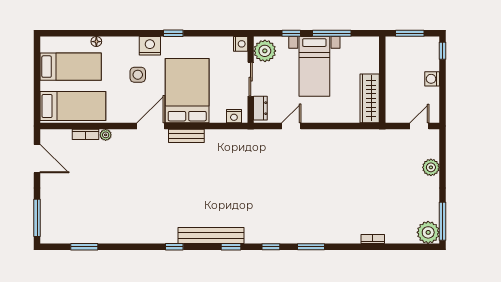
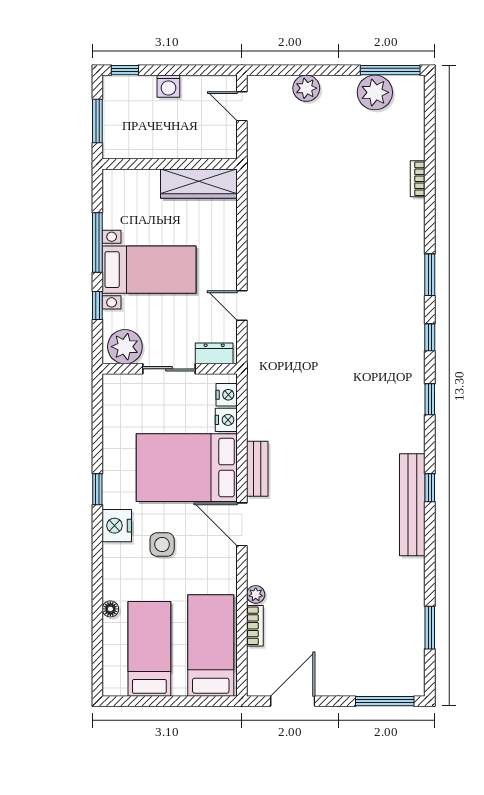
nightstand: (241, 44) -> (226, 420), moved, turned 90
plant: (428, 232) -> (375, 92), moved
bench: (211, 235) -> (412, 505), moved

